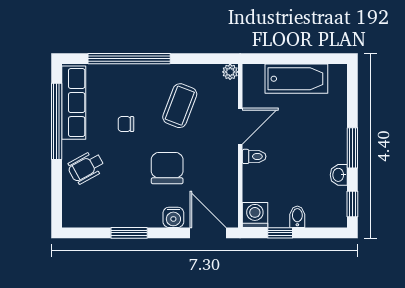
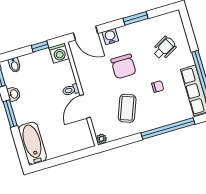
bathtub: (296, 79) -> (33, 143), moved, turned 90
wheelchair: (86, 167) -> (164, 48), moved
bidet: (297, 217) -> (14, 65), moved

